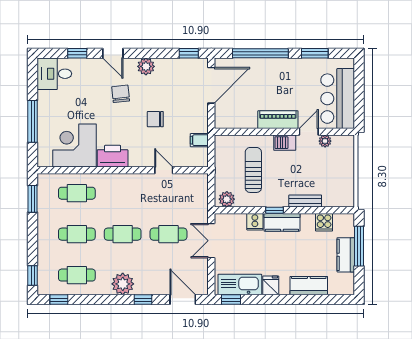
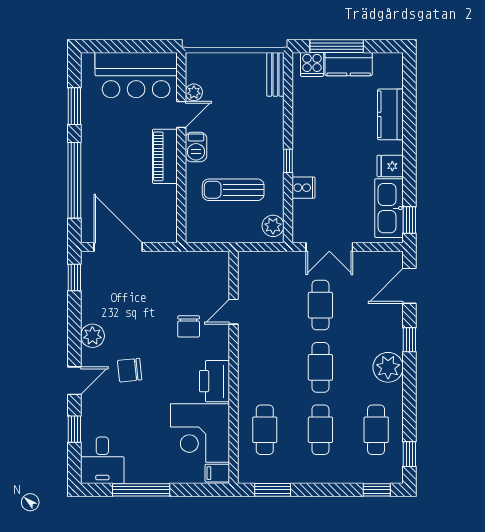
chair: (155, 119) -> (189, 326), moved
window: (33, 121) -> (141, 490), moved
door: (309, 132) -> (181, 114), swing flipped
filing cabinet: (199, 140) -> (217, 473), moved, turned 90
bench: (305, 201) -> (275, 74), moved
kitchen counter: (282, 222) -> (304, 151), removed
cooker: (324, 222) -> (312, 64), moved, turned 90

